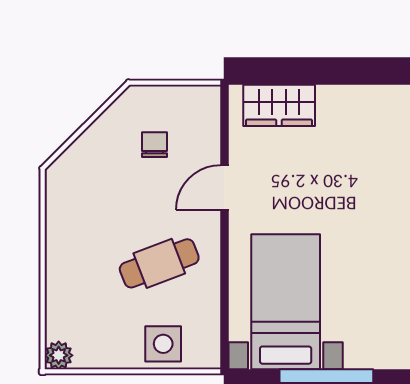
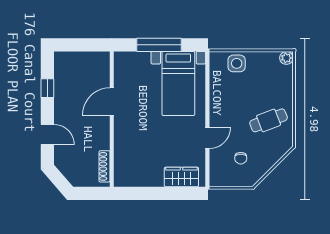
cafe table: (159, 263) -> (269, 120), moved

